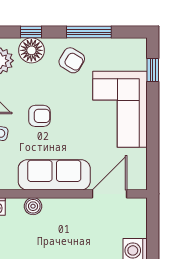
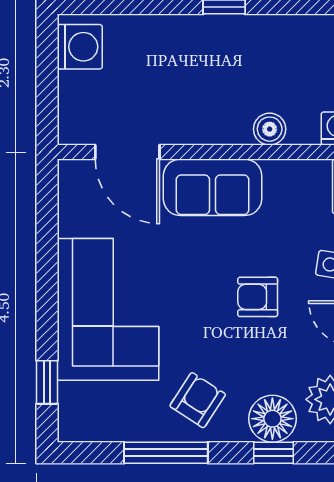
armchair: (72, 60) -> (198, 400), turned 92
sofa: (54, 175) -> (213, 187), width x0.73
door: (110, 194) -> (127, 152), hinge flipped

